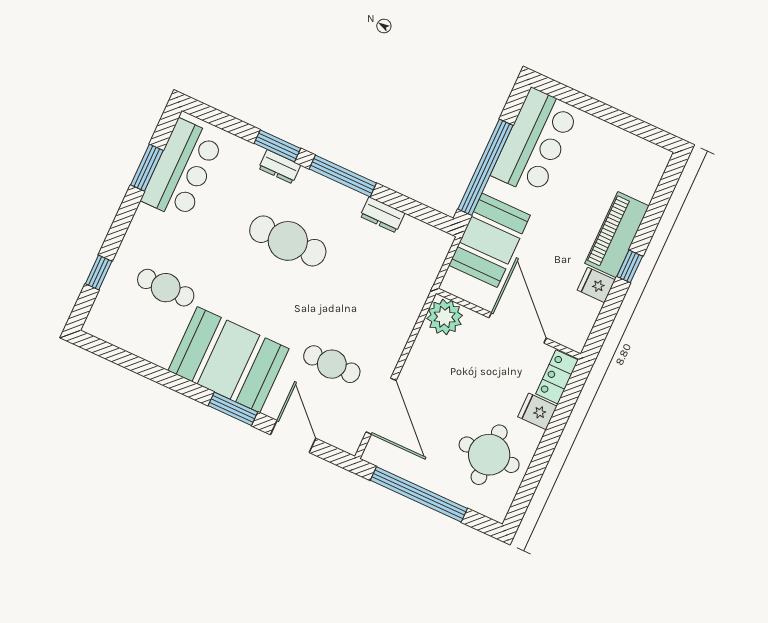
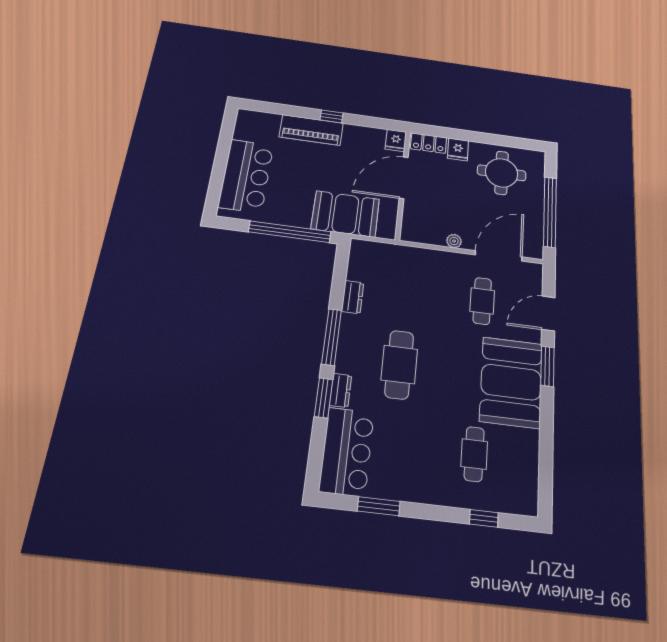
bar counter: (535, 142) -> (246, 176), moved, turned 90
bar counter: (182, 170) -> (347, 451), moved, turned 90
fridge: (596, 285) -> (396, 140), moved
plant: (445, 317) -> (454, 241), moved, width x0.53, depth x0.53

